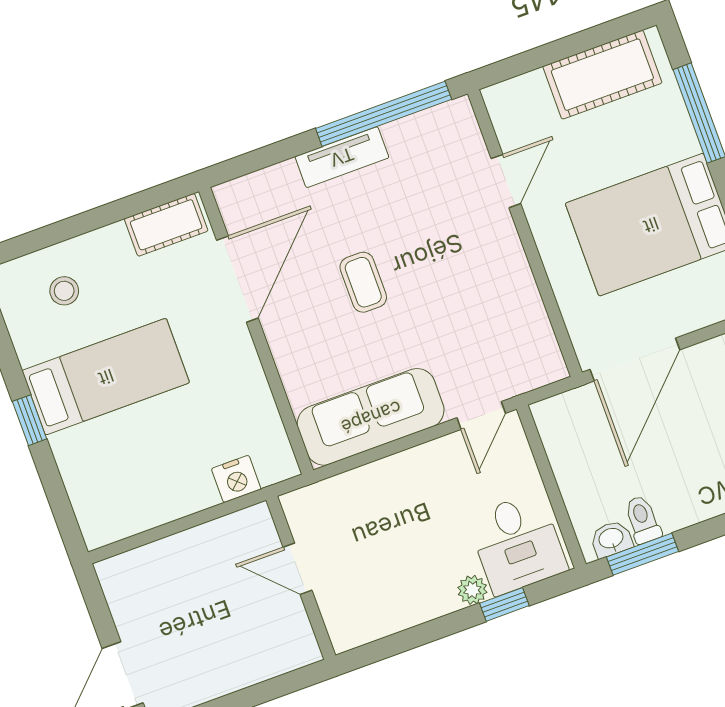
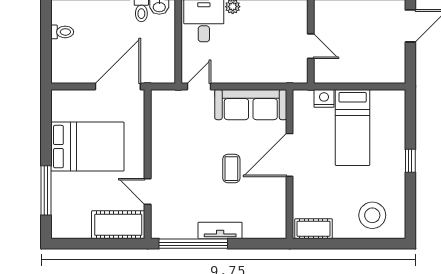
cot: (602, 75) -> (118, 225), moved
door: (506, 181) -> (148, 192), hinge flipped
door: (237, 279) -> (290, 155), moved
stool: (64, 291) -> (372, 215), width x1.89, depth x1.89
bed: (106, 377) -> (353, 127), moved, turned -90

